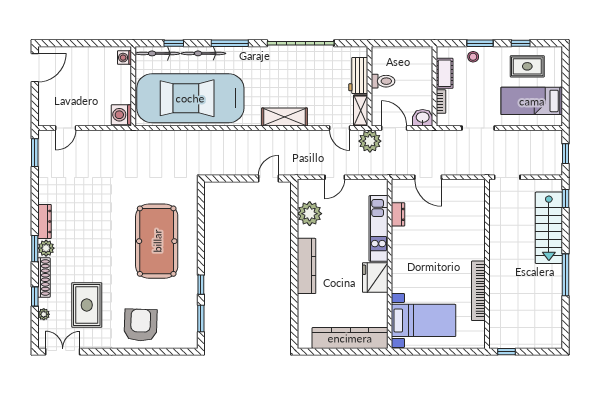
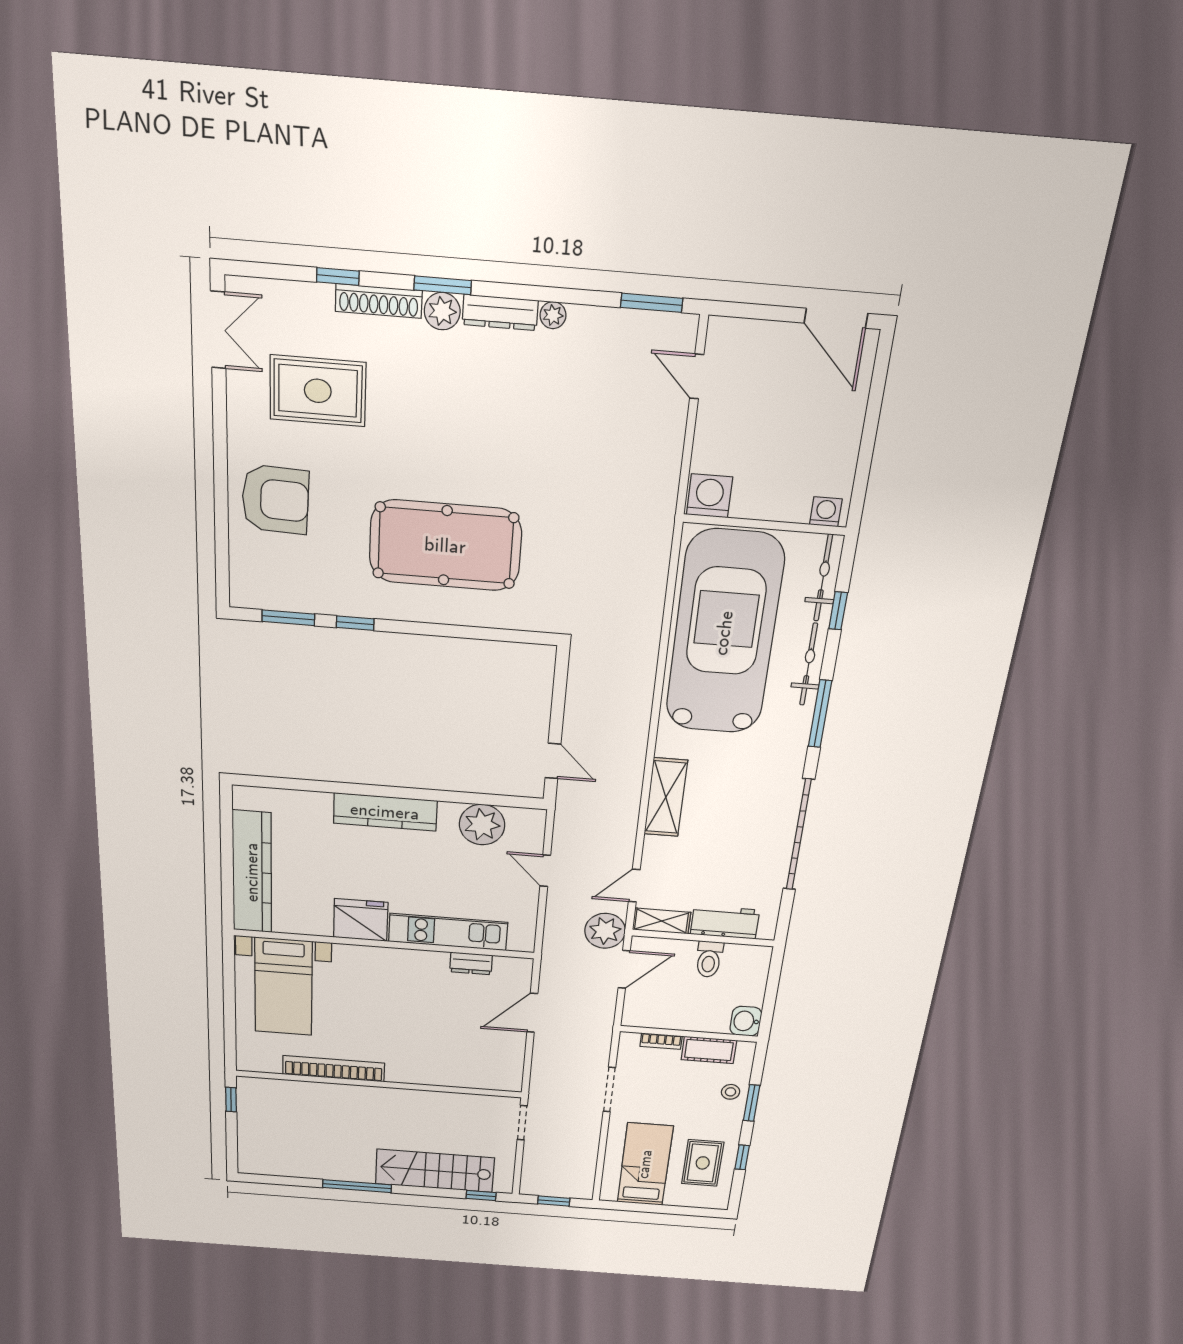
washbasin: (423, 118) -> (746, 1021), moved, turned 180
plant: (44, 314) -> (553, 315), moved

